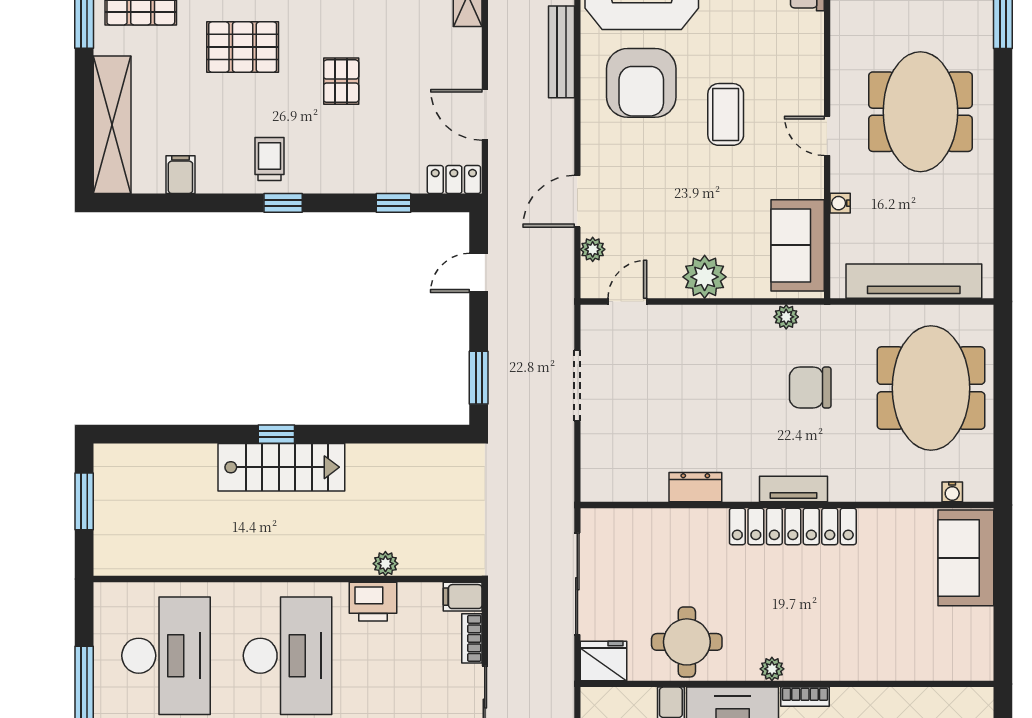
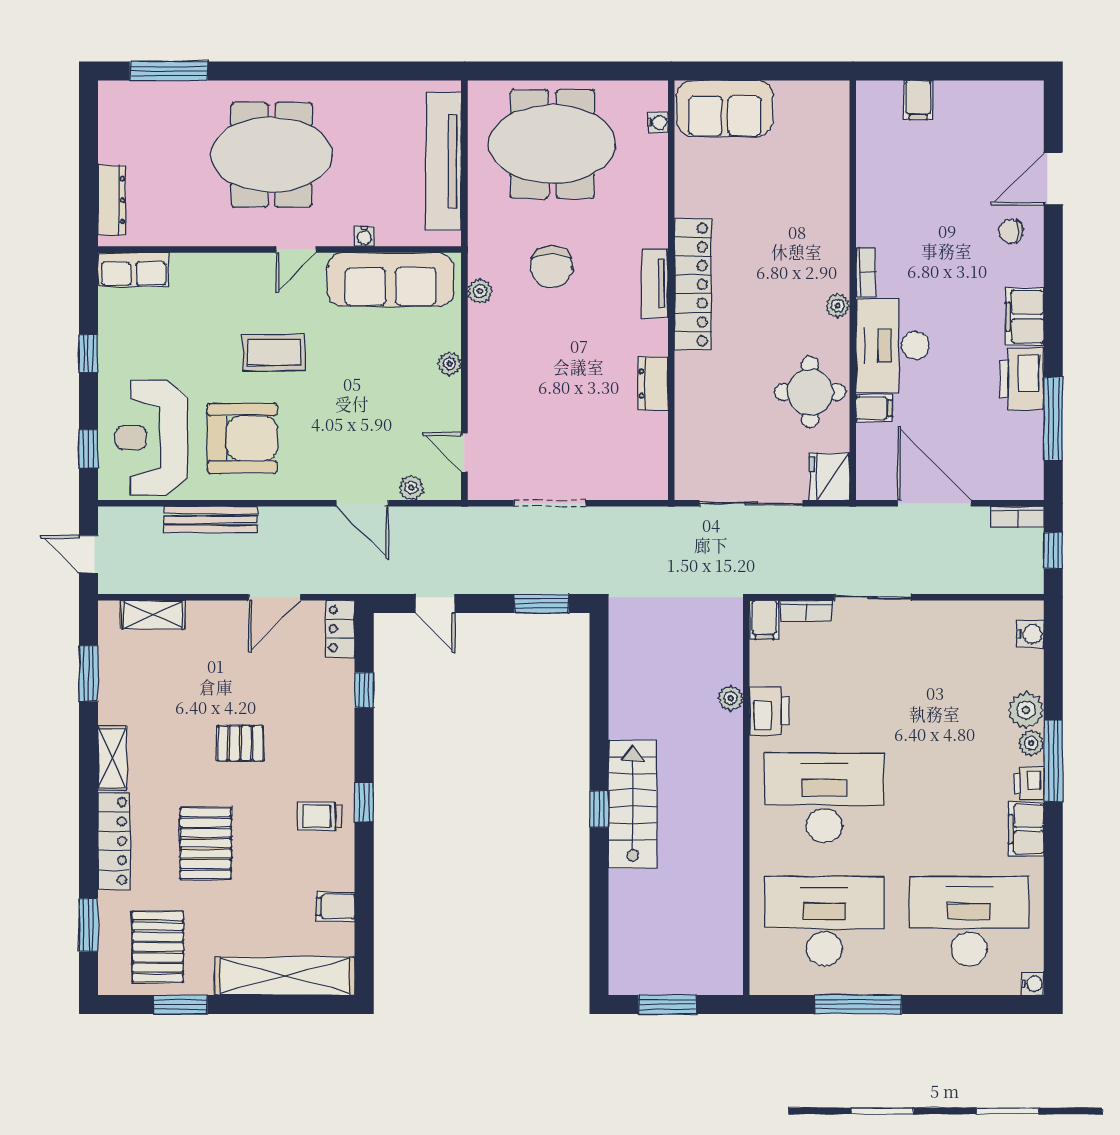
sofa: (798, 245) -> (391, 280), width x1.36
plant: (705, 277) -> (450, 364), width x0.53, depth x0.53

